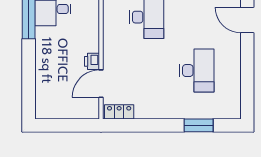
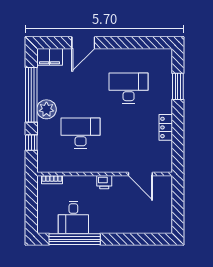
printer: (92, 61) -> (104, 182), moved
locker: (119, 112) -> (166, 127), moved

